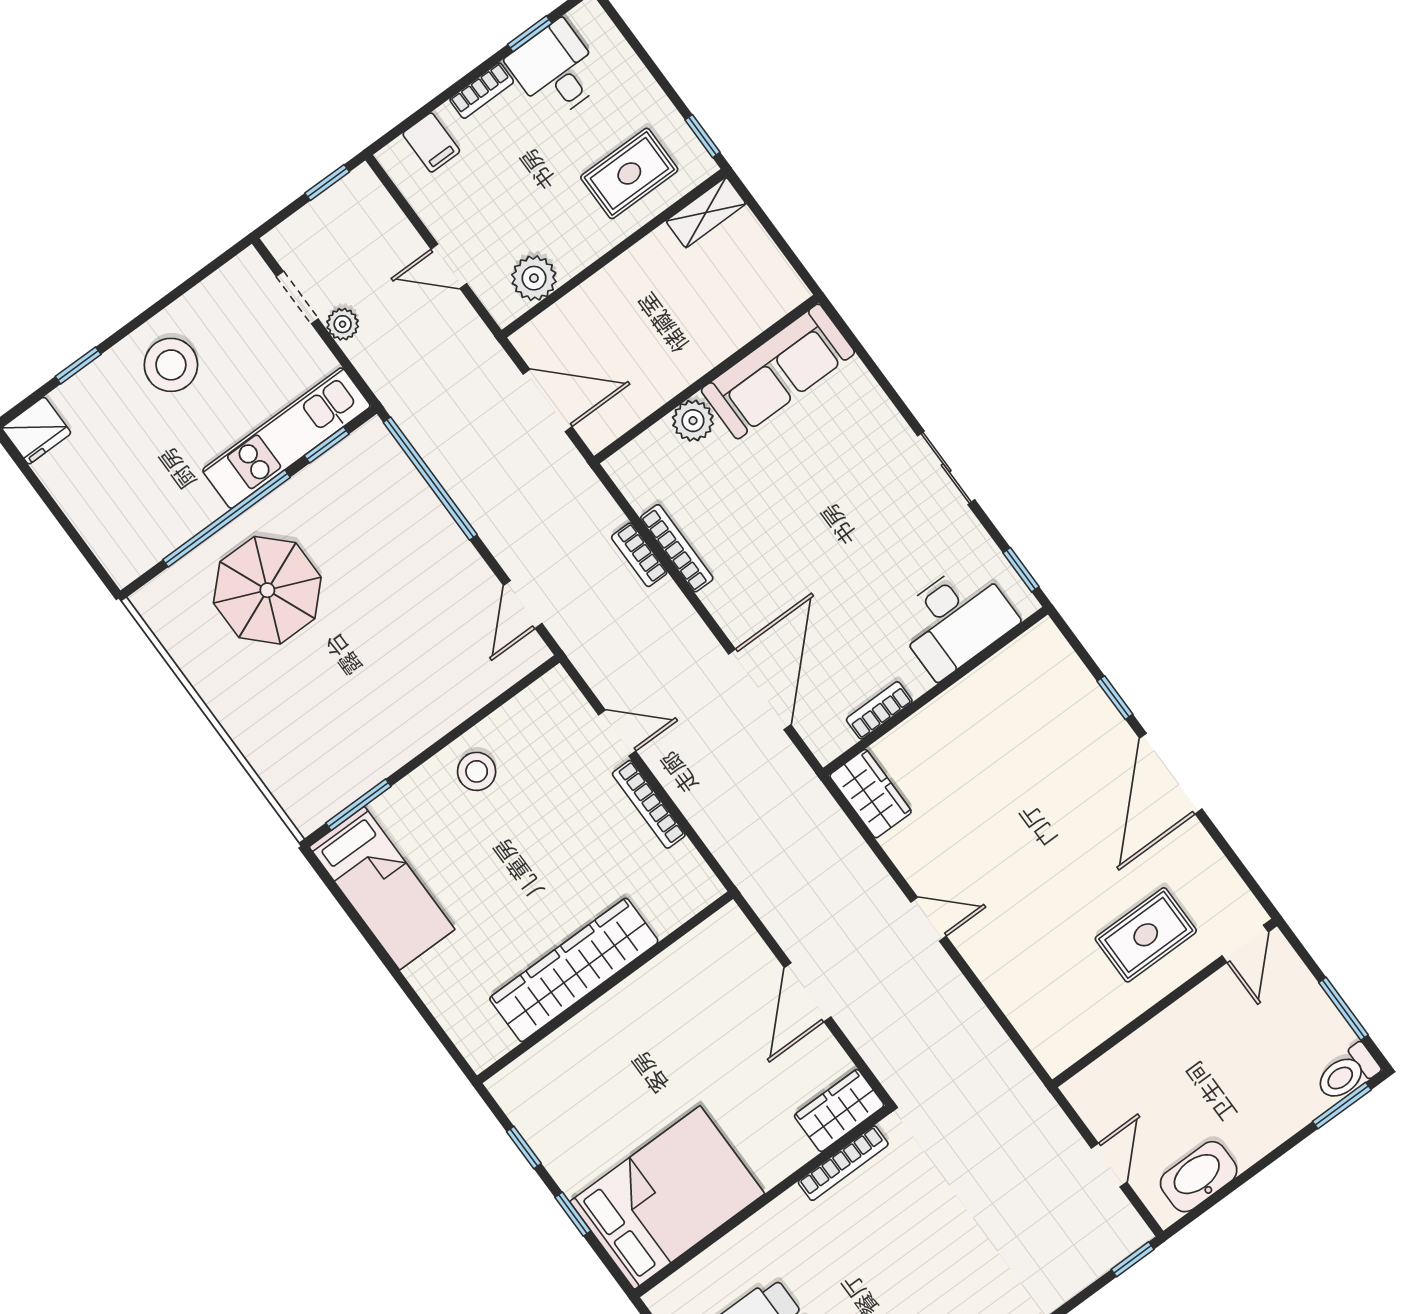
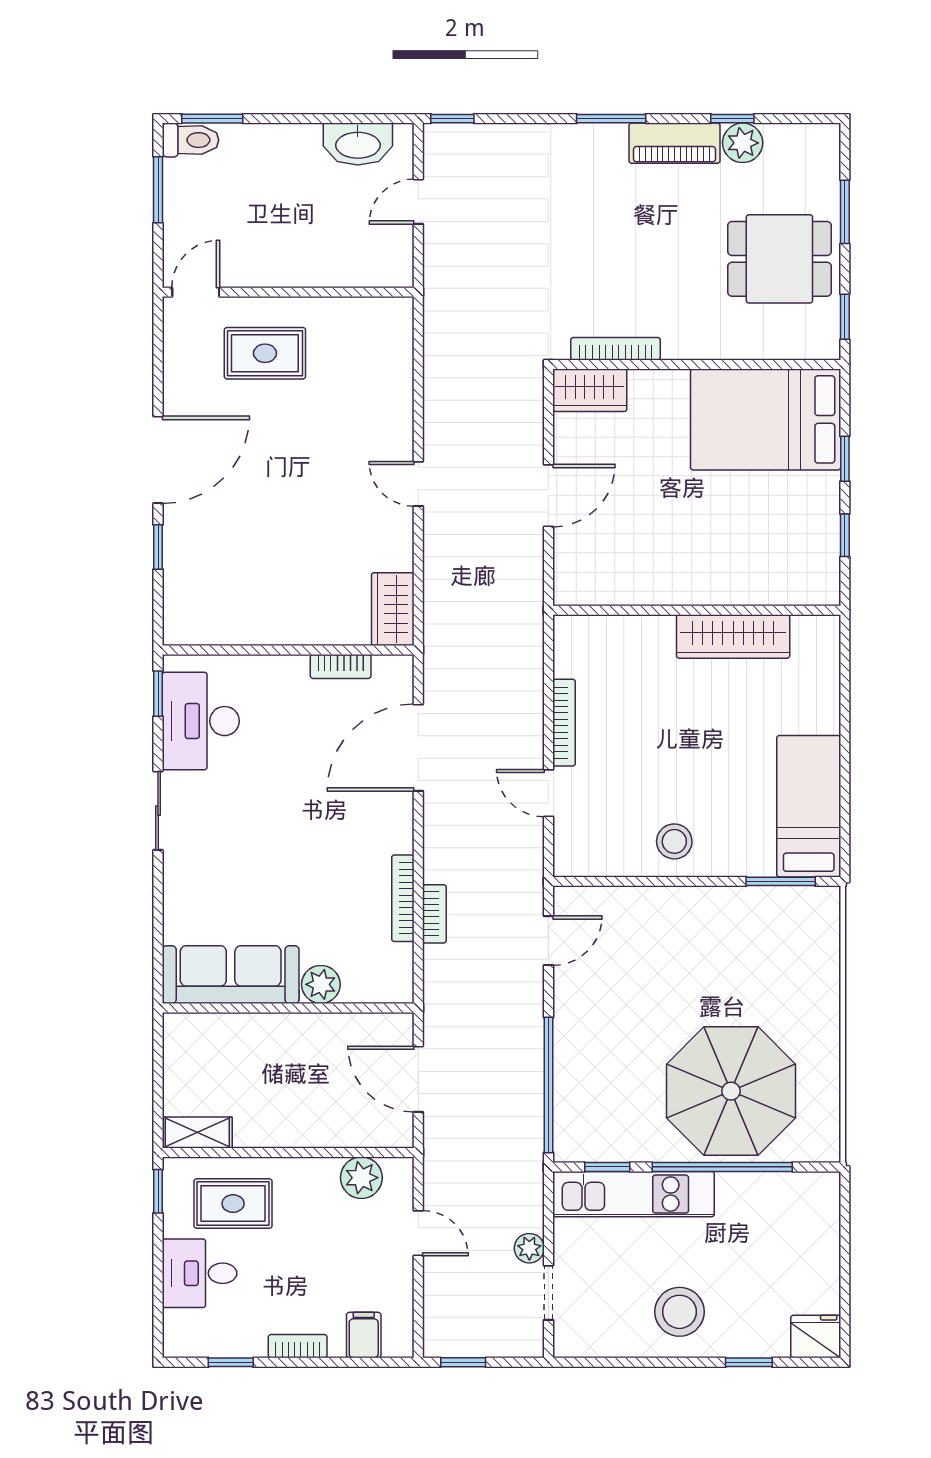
desk: (556, 70) -> (200, 1273), moved, turned 90
parasol: (267, 590) -> (731, 1091), width x1.36, depth x1.36
desk: (955, 619) -> (201, 721), moved, turned -90
wardrobe: (574, 970) -> (733, 636), width x0.71, depth x0.85

